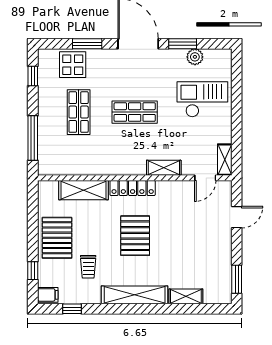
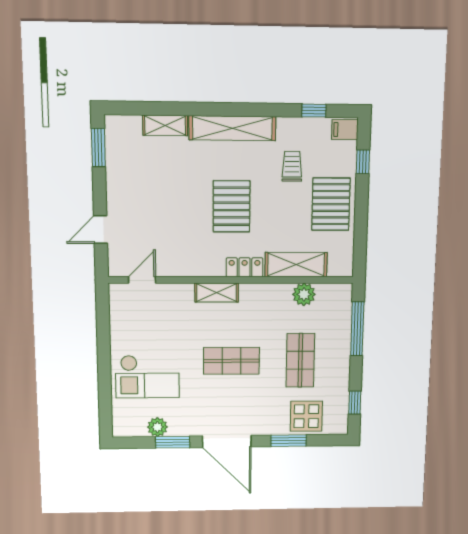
shelving: (225, 160) -> (118, 303), removed
plant: (77, 166) -> (304, 294), added
shelving: (164, 168) -> (217, 293), moved
locker: (133, 188) -> (245, 267), width x0.66

